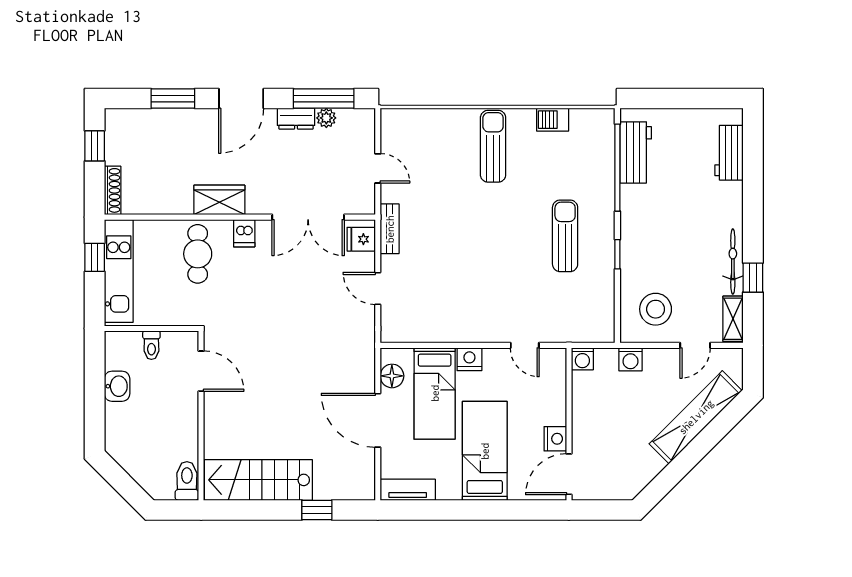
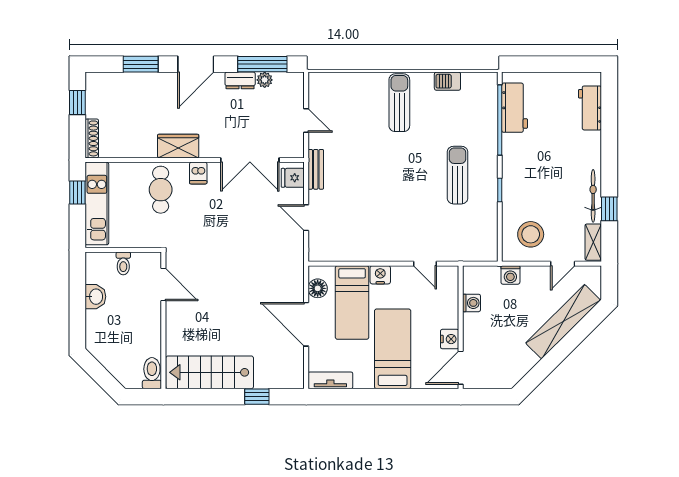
washing machine: (582, 359) -> (472, 303), moved, turned -90

